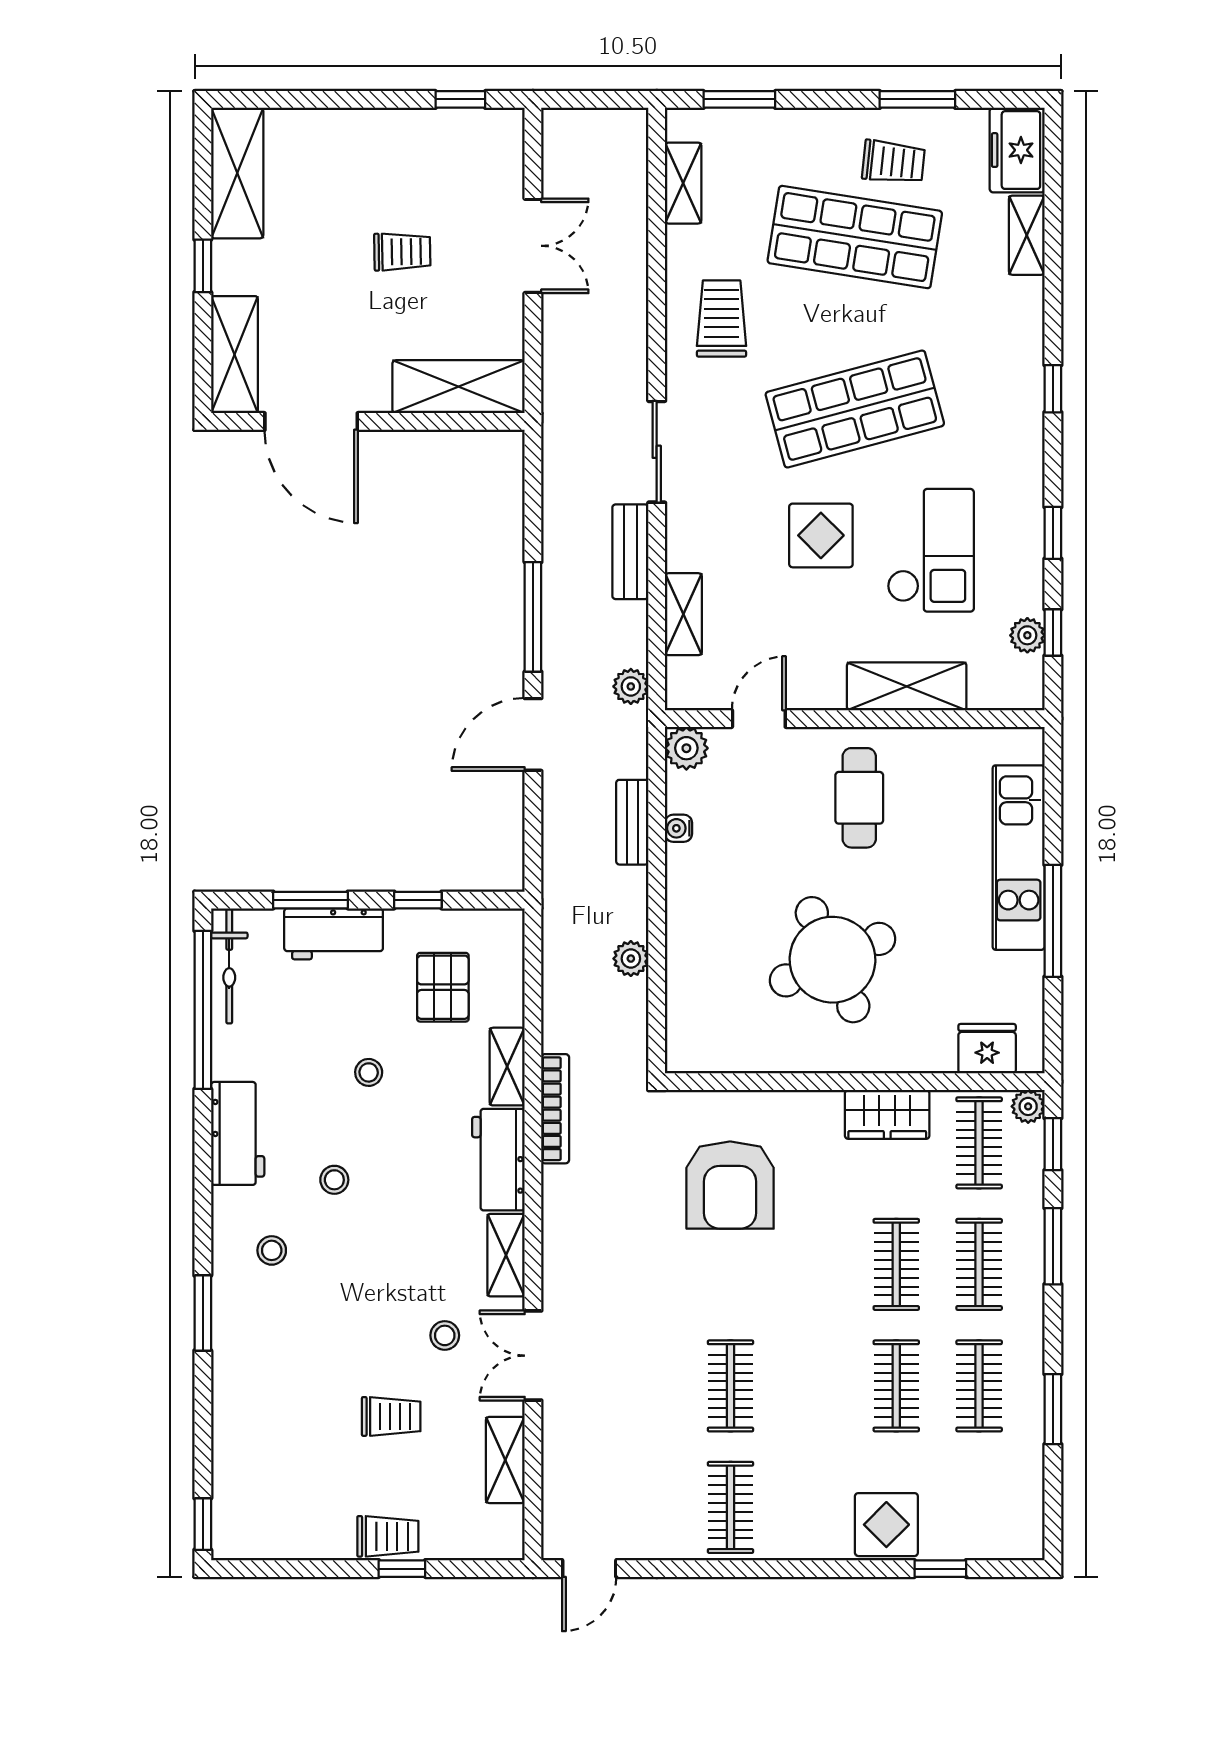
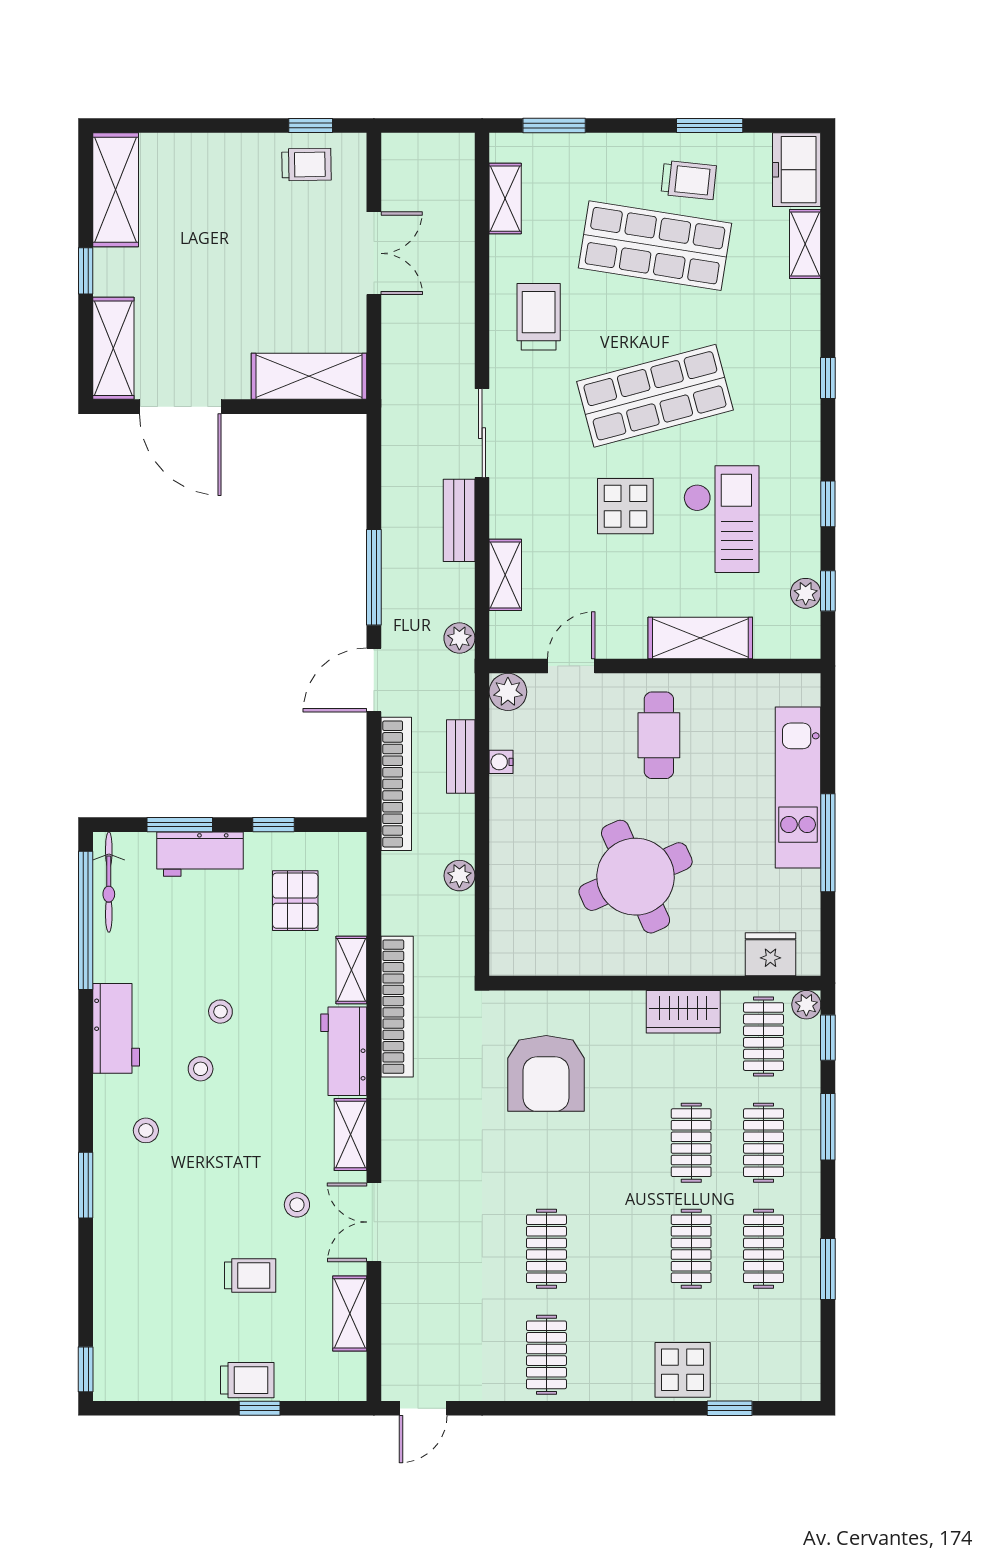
trolley: (402, 252) -> (306, 165), moved
bookcase: (558, 854) -> (396, 784), added
stool: (369, 1072) -> (220, 1012), moved
bookcase: (555, 1109) -> (397, 1007), width x1.48, depth x1.31

